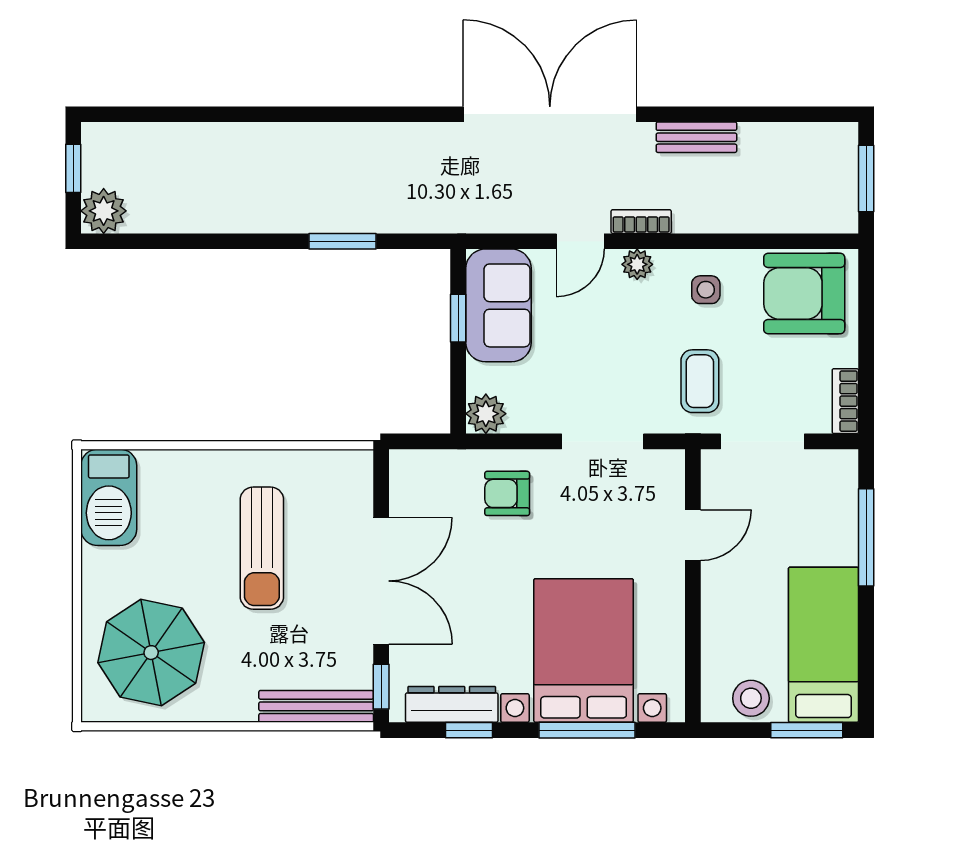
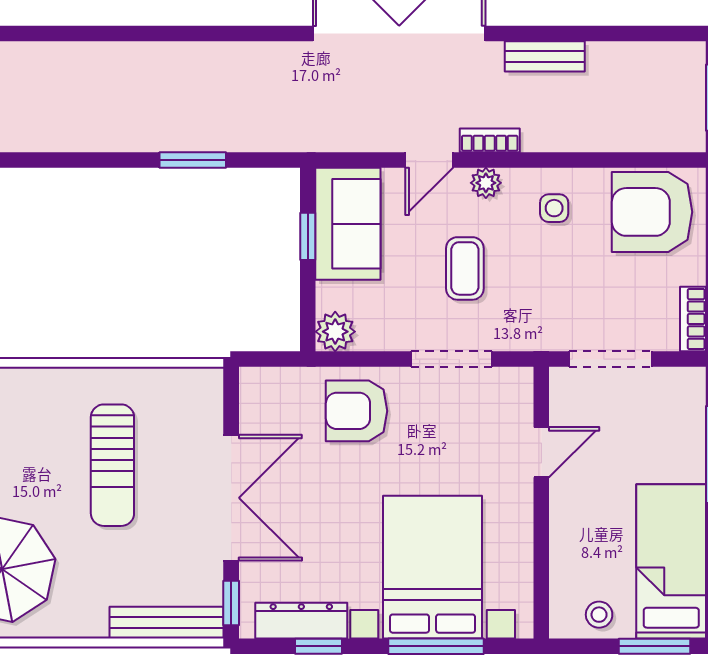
coffee table: (700, 381) -> (465, 268), moved
armchair: (507, 493) -> (357, 411), width x1.38, depth x1.38
stool: (751, 698) -> (599, 615), width x0.73, depth x0.73

